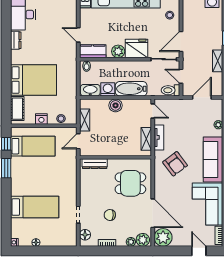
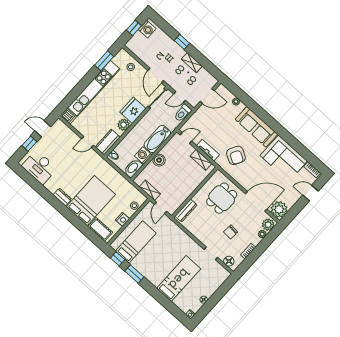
dresser: (16, 40) -> (62, 197), moved
door: (202, 98) -> (207, 96), swing flipped
armchair: (175, 164) -> (236, 155), turned 66

